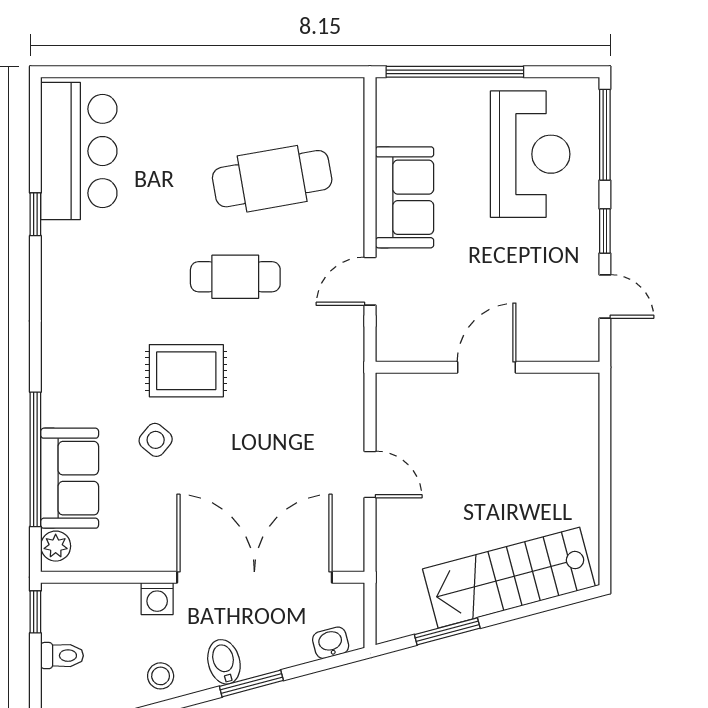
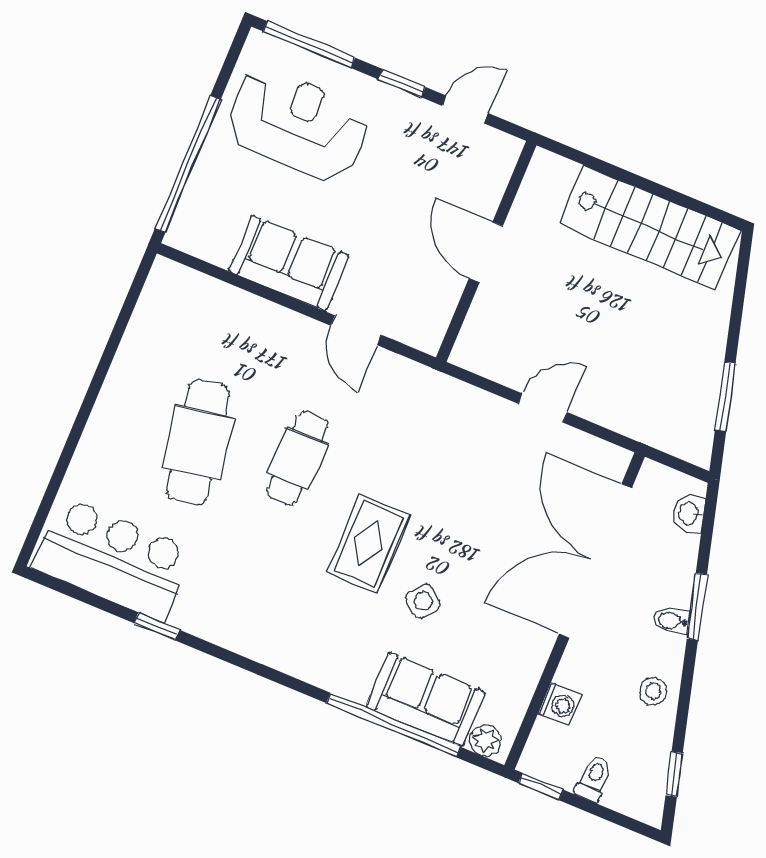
cafe table: (272, 179) -> (198, 442), moved
stairs: (509, 578) -> (650, 227), moved, turned -75
washing machine: (157, 599) -> (560, 705), moved
bidet: (224, 662) -> (672, 621), width x0.72, depth x0.74

